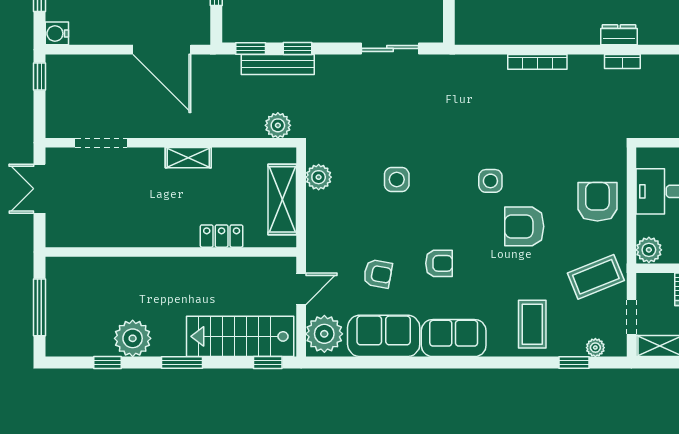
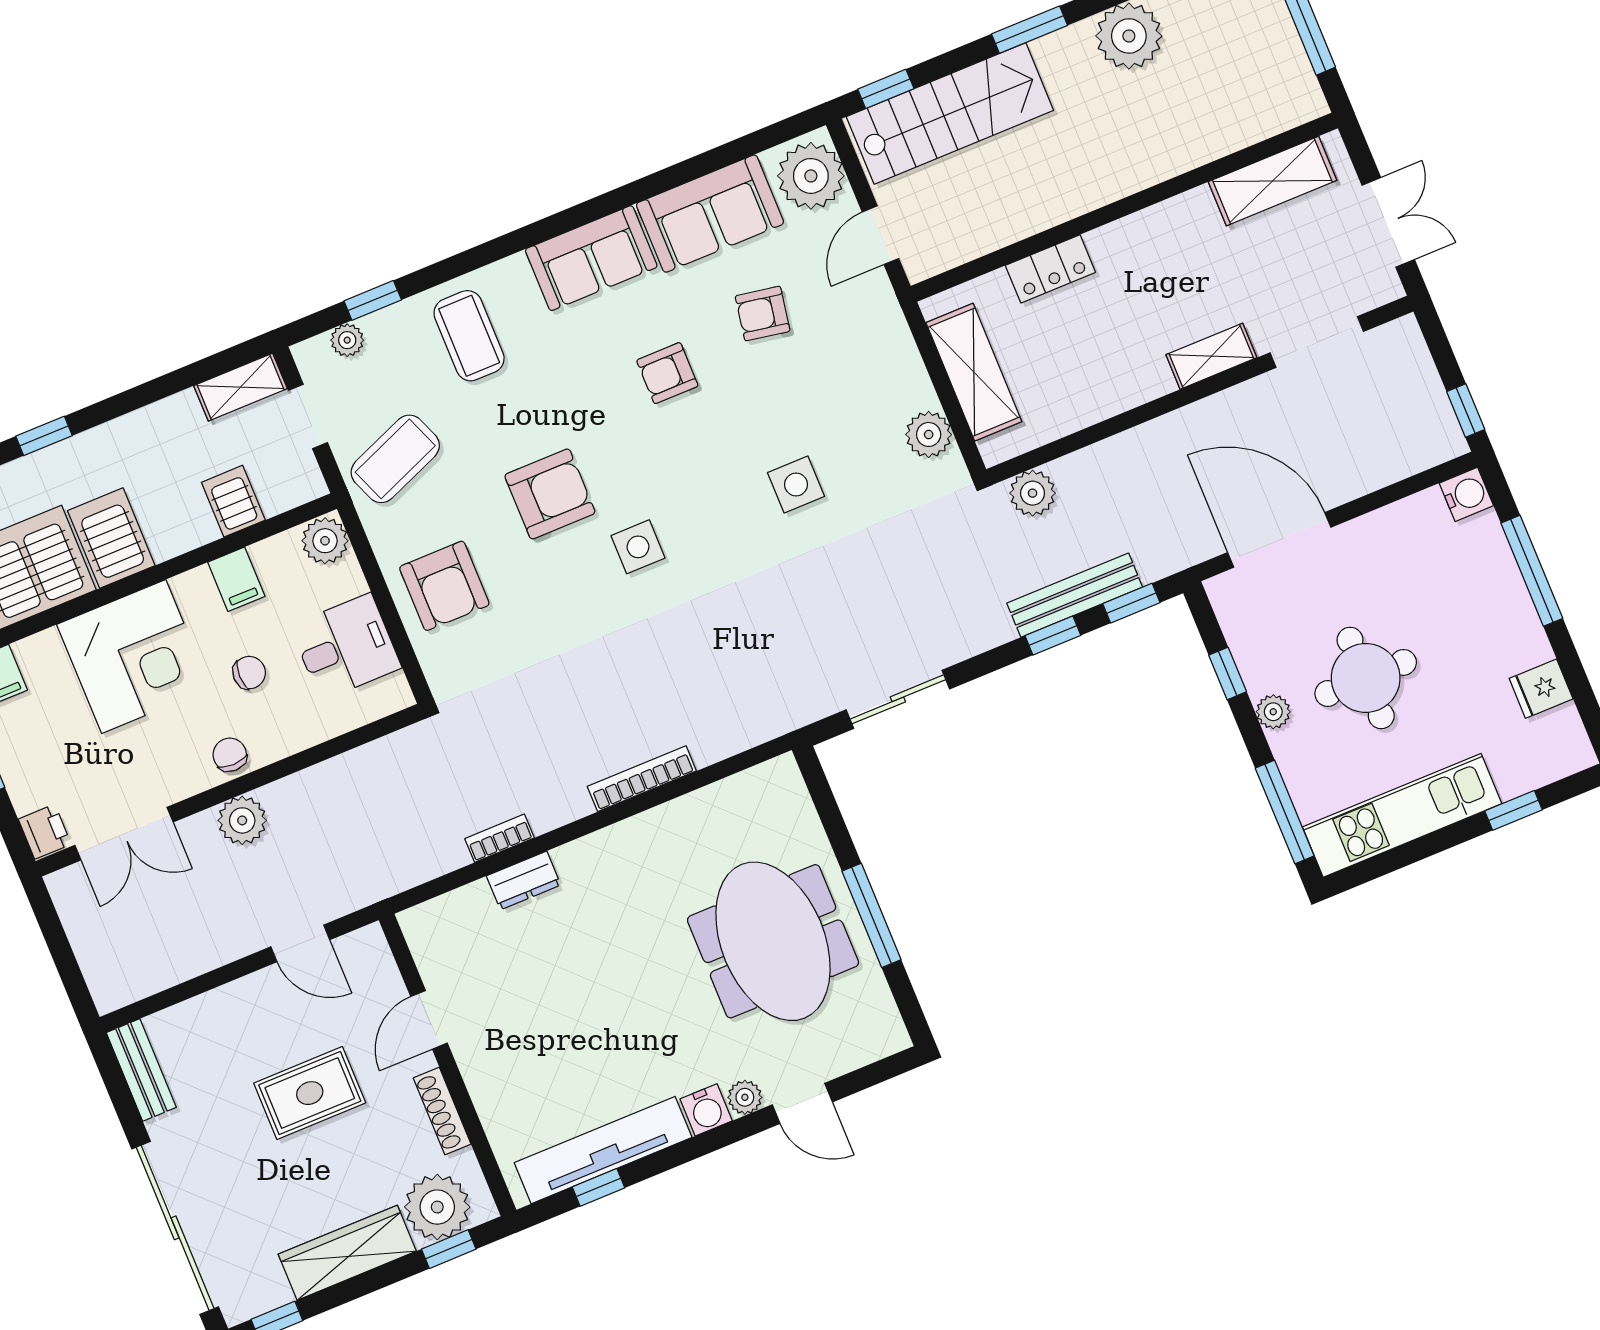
shelving: (188, 158) -> (1211, 356), moved
shelving: (90, 234) -> (1272, 181), added

